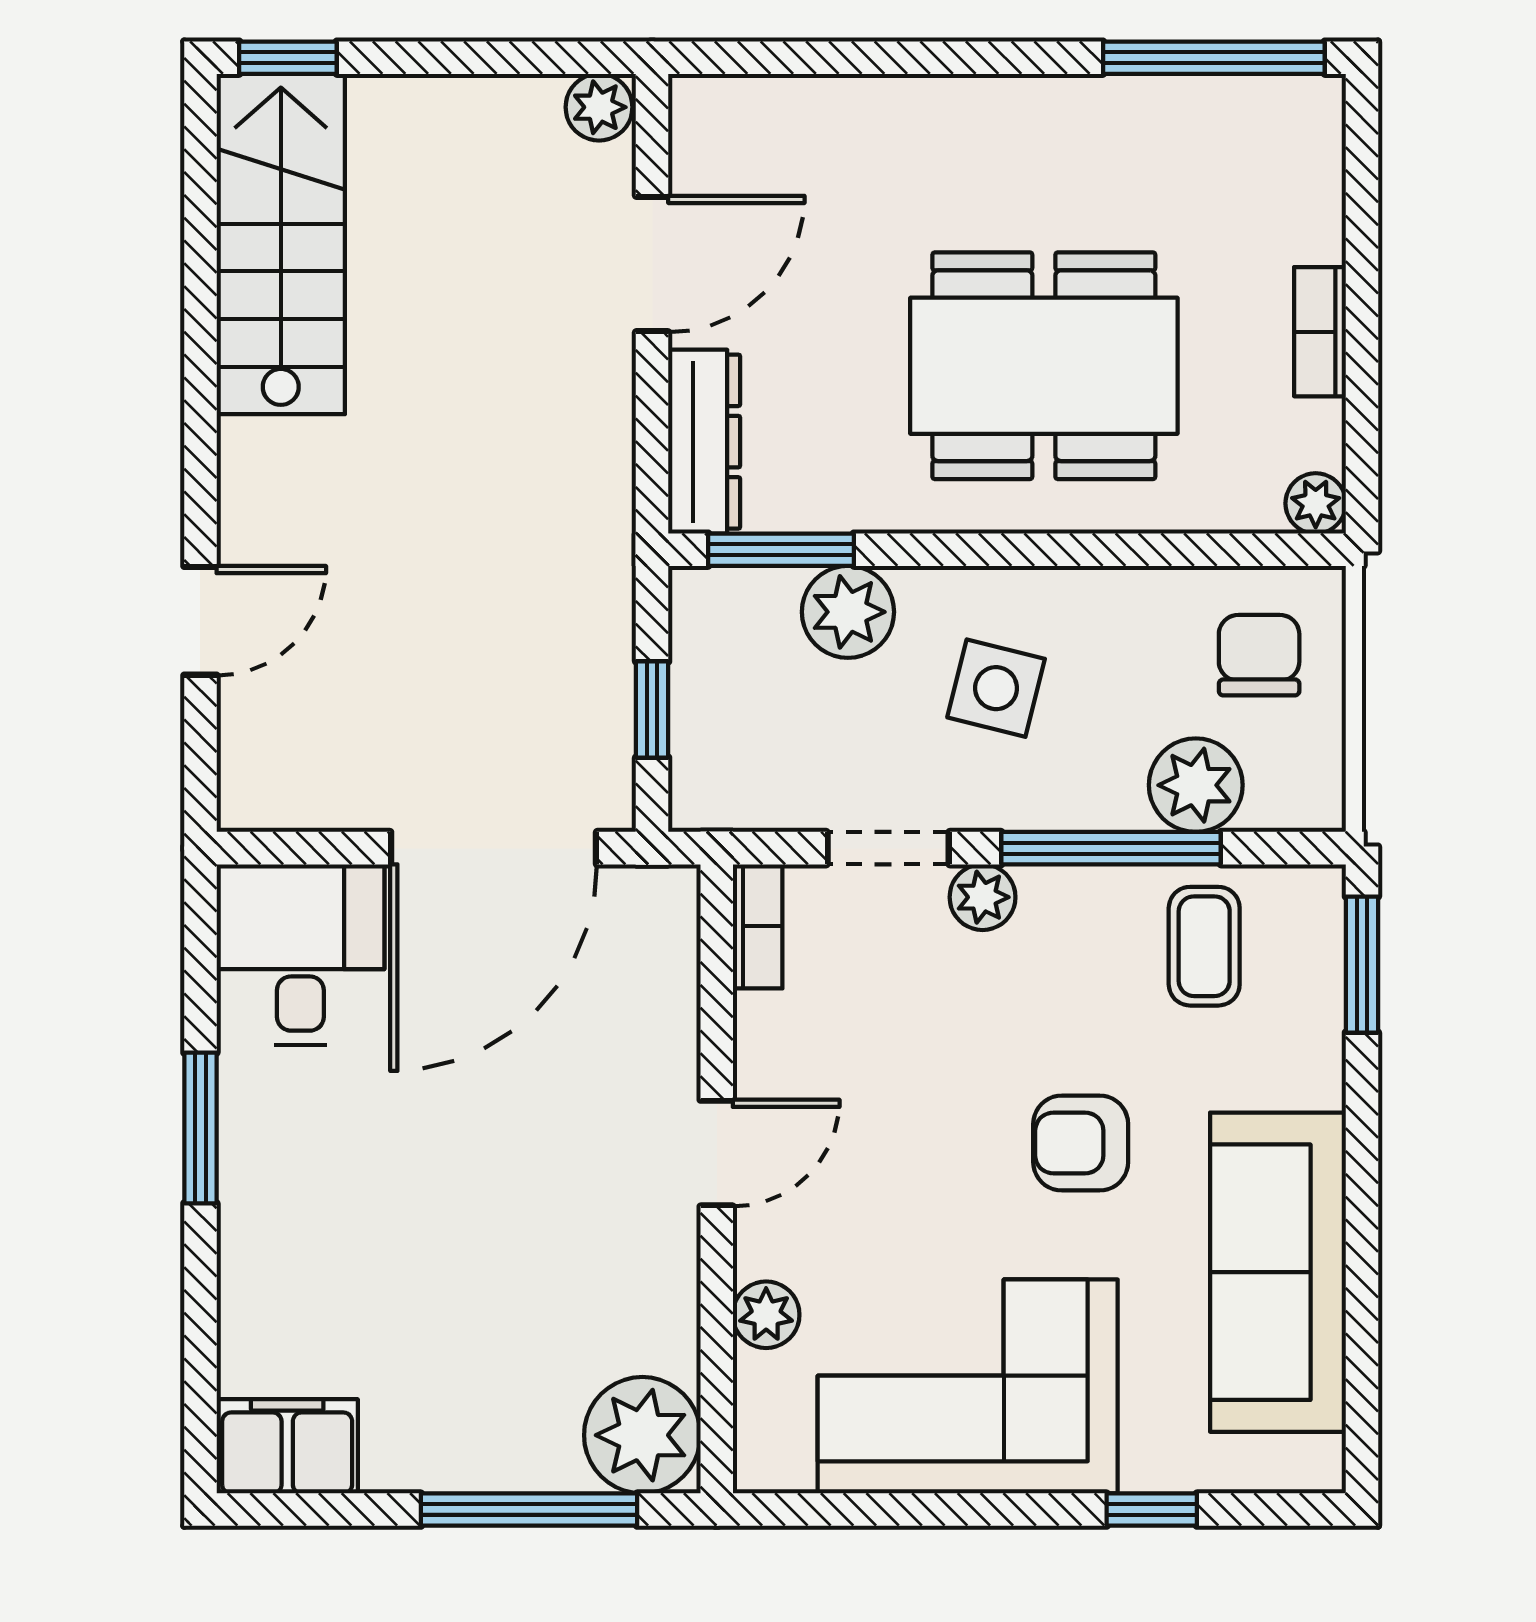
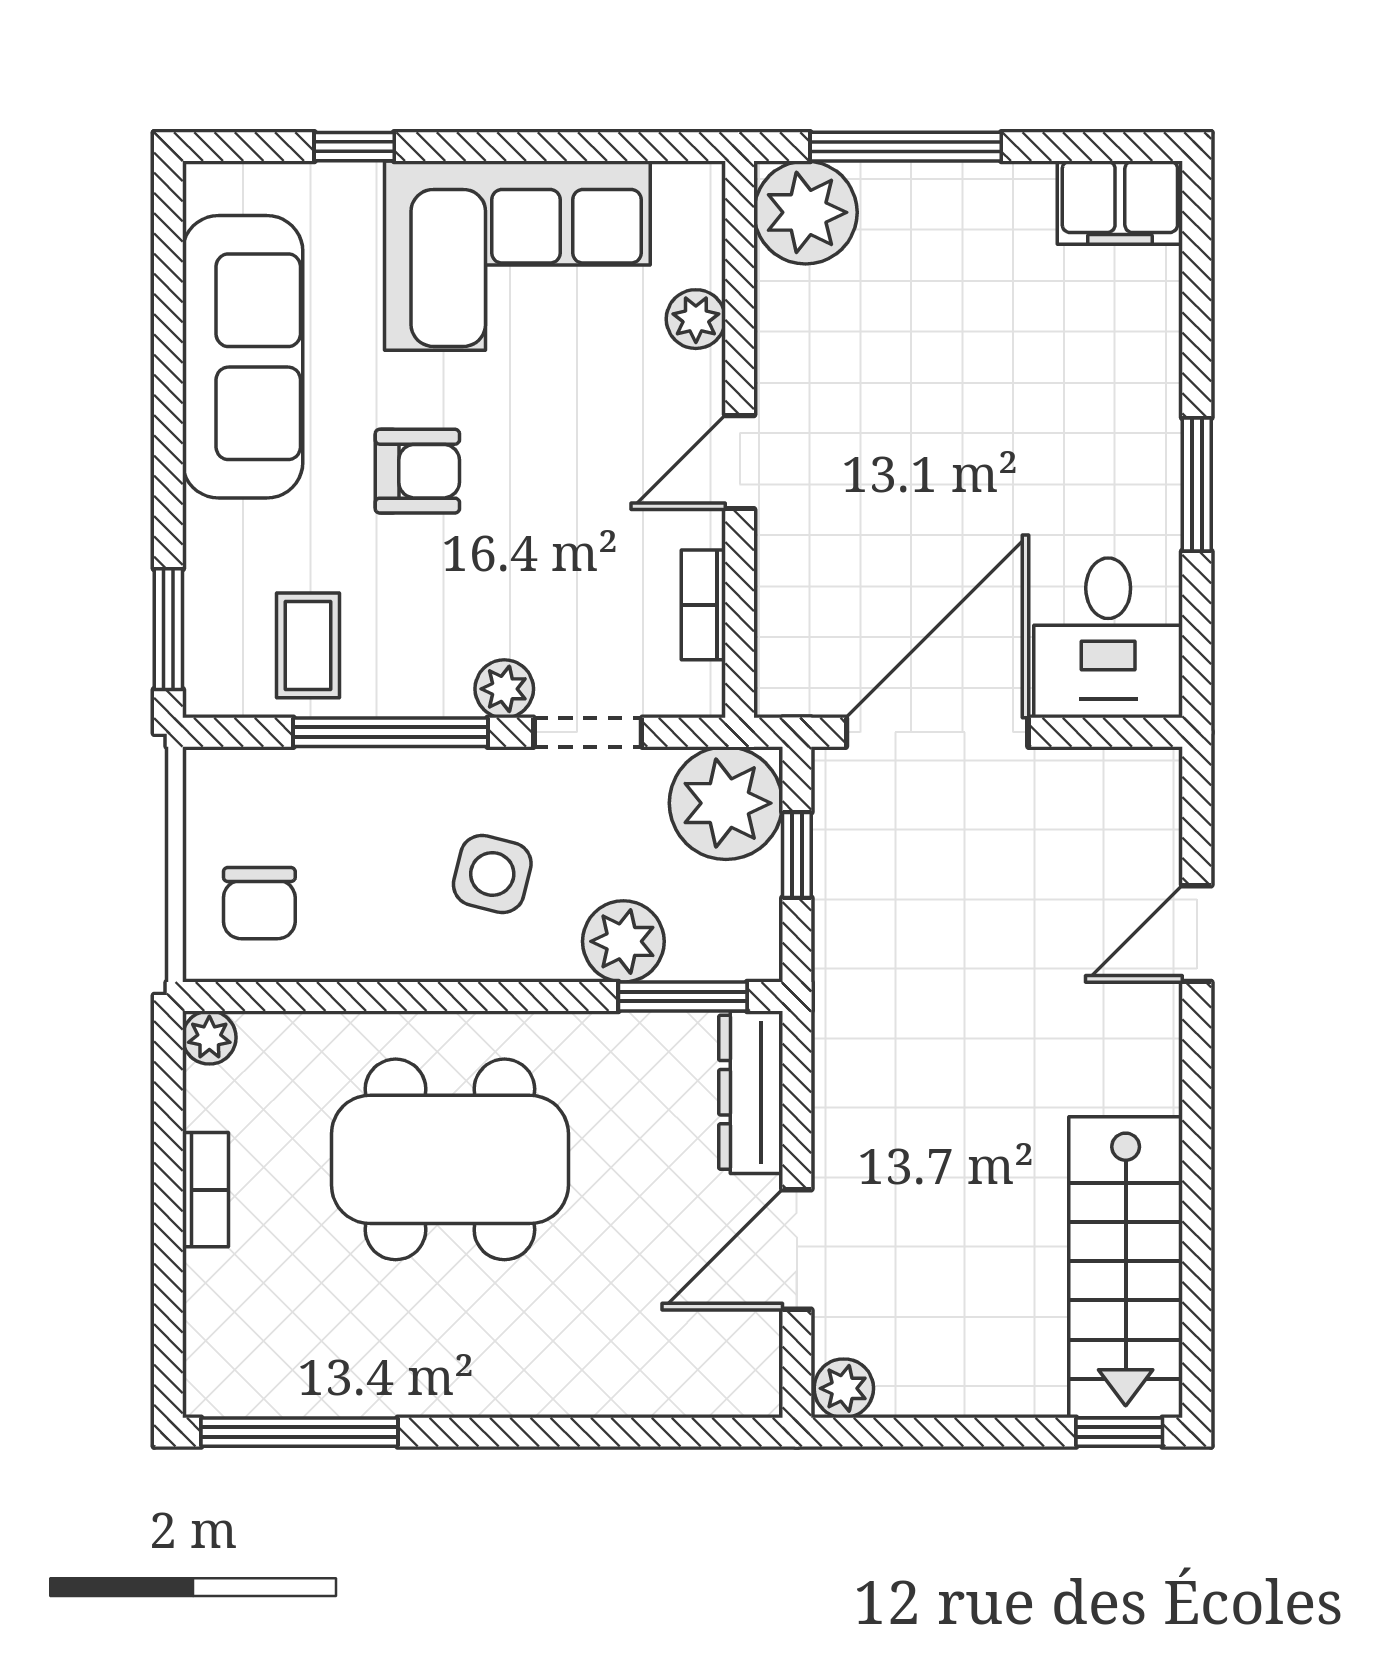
plant: (1196, 785) -> (726, 803), moved, width x1.36, depth x1.36
bookcase: (758, 926) -> (703, 605), moved

